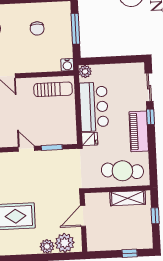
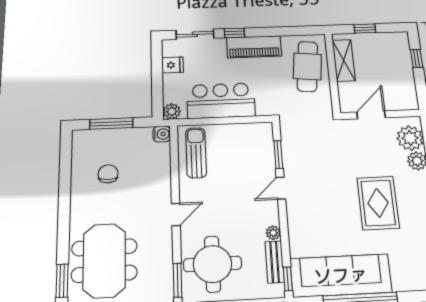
chair: (37, 28) -> (108, 174), turned -90
fridge: (90, 139) -> (173, 65), moved, turned 90
door: (83, 216) -> (371, 115), swing flipped

